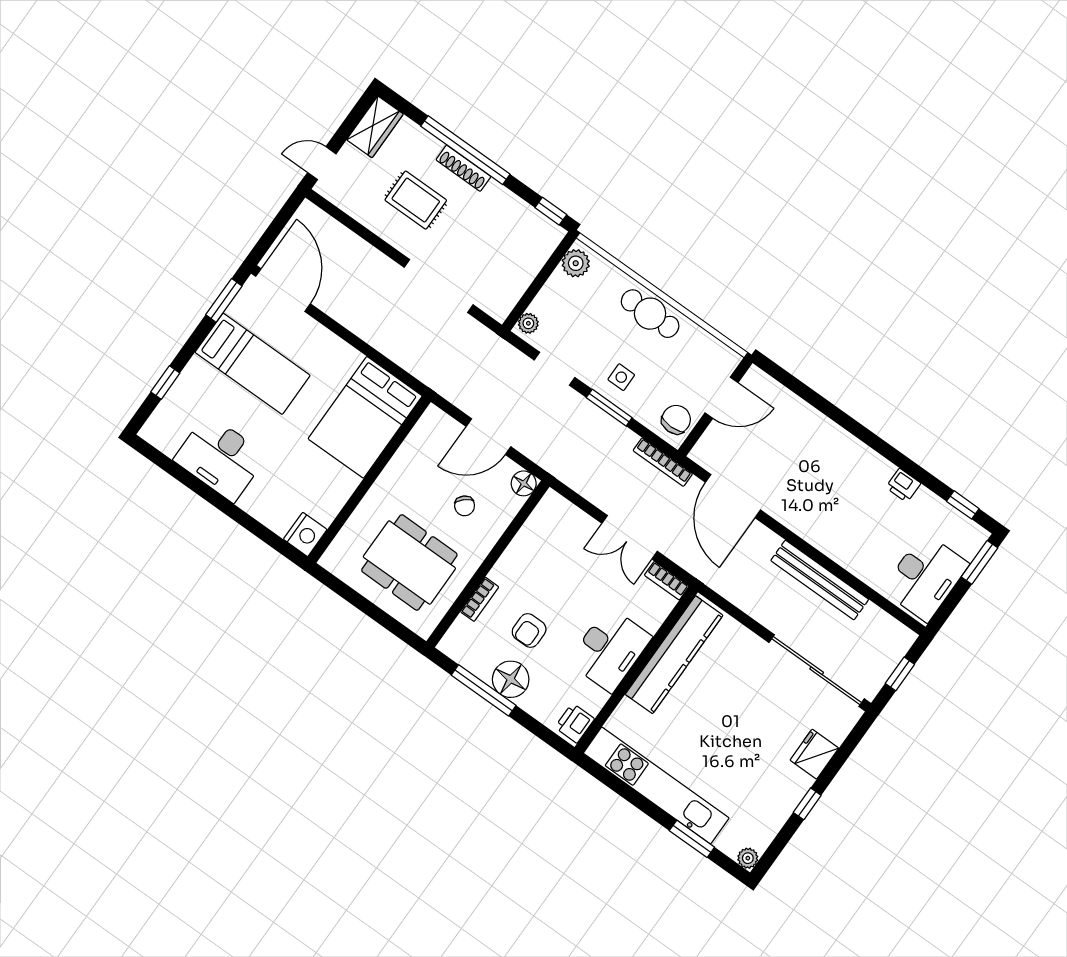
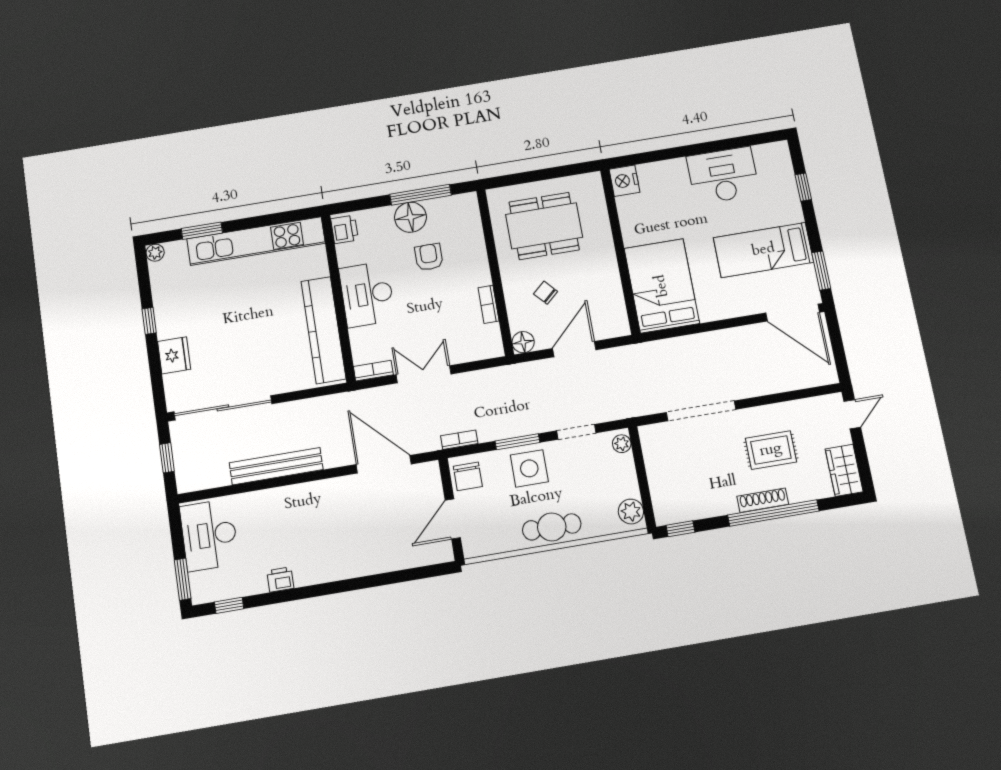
side table: (621, 377) -> (529, 468), width x1.87, depth x1.87
bookcase: (663, 462) -> (459, 440), width x0.64
bookcase: (480, 599) -> (489, 304), moved

